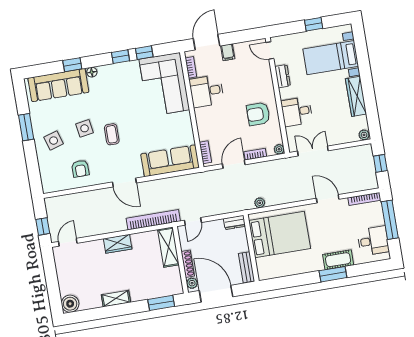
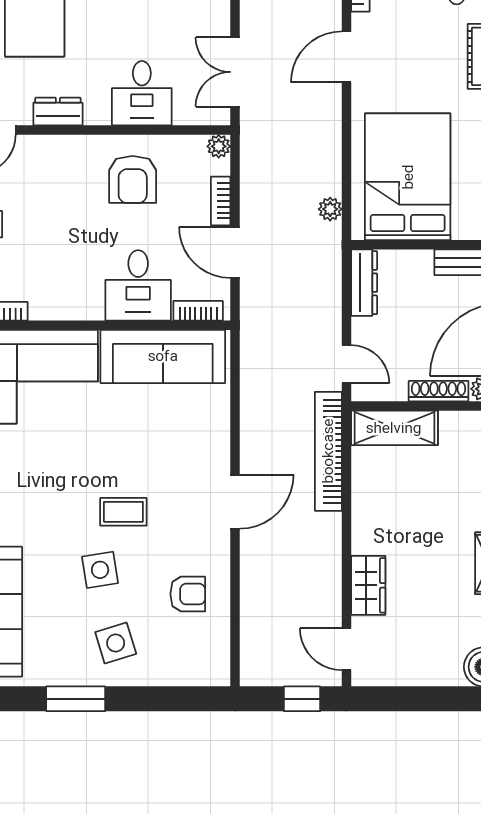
desk: (207, 91) -> (138, 285), moved
sofa: (170, 161) -> (163, 356), moved, turned -90
dresser: (234, 222) -> (364, 283), width x1.44
wardrobe: (118, 244) -> (368, 585), moved

